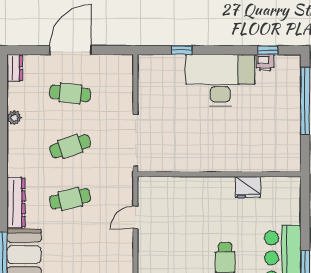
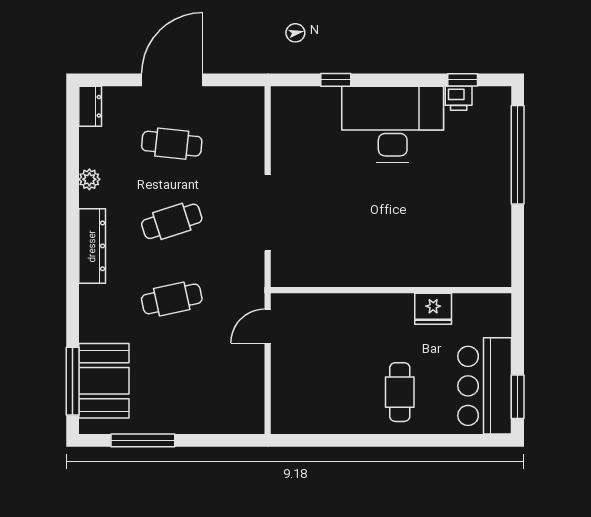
wall: (219, 174) -> (391, 290), moved
fridge: (248, 187) -> (433, 309), moved
dresser: (16, 202) -> (92, 246), moved

